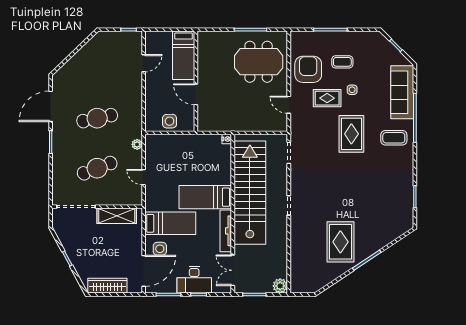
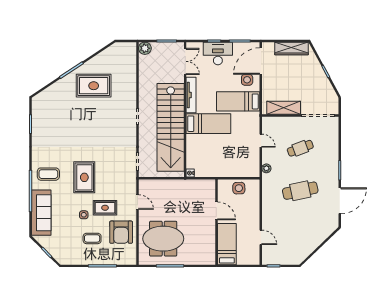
door: (144, 63) -> (261, 237), swing flipped
cafe table: (97, 168) -> (300, 148), width x0.73, depth x0.74
rug: (340, 242) -> (94, 86), turned 90

